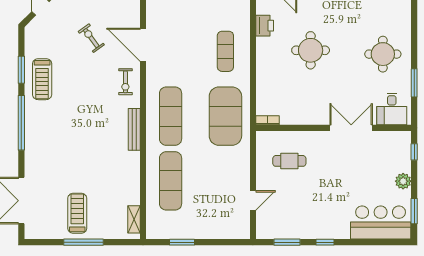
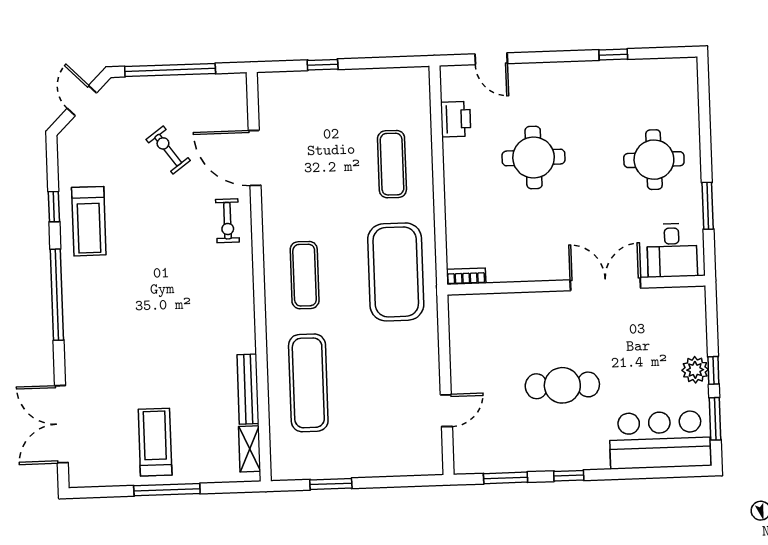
window: (21, 70) -> (54, 207), width x0.67
exercise mat: (171, 116) -> (305, 275), width x0.73, depth x0.69
bench: (134, 129) -> (248, 389), moved
window: (414, 152) -> (713, 370), moved
cafe table: (289, 161) -> (562, 385), moved, width x1.37, depth x1.35

